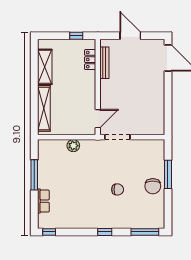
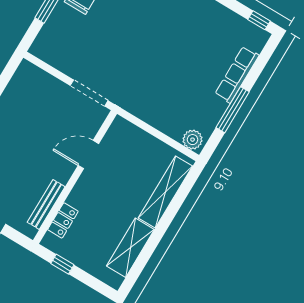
door: (98, 119) -> (88, 155), moved
plant: (73, 146) -> (193, 140), moved
chair: (118, 189) -> (132, 22), removed
row of seats: (43, 201) -> (237, 75), width x1.48

